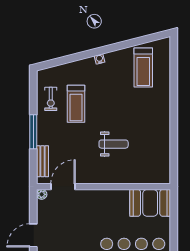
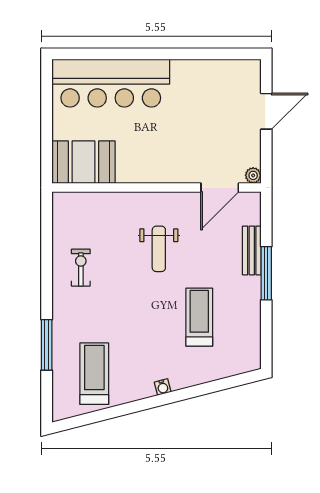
window: (174, 86) -> (47, 345), added
exercise bike: (51, 99) -> (81, 268), moved
weight bench: (114, 144) -> (159, 249), moved, turned -90
bench: (43, 161) -> (252, 250), moved

